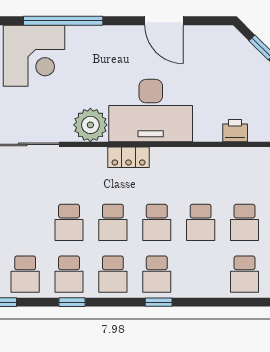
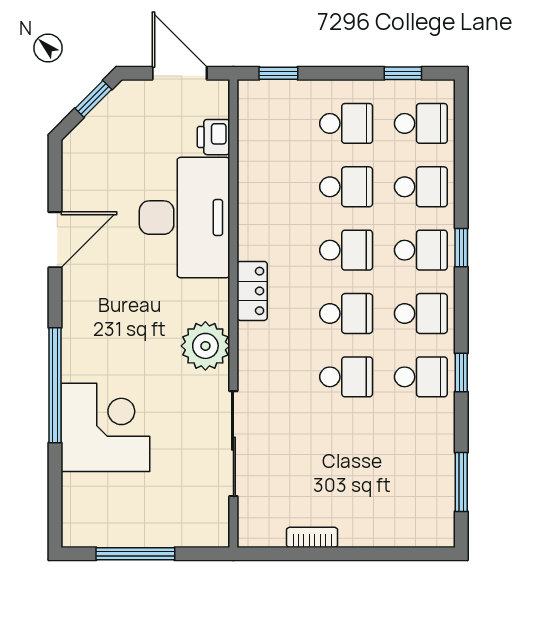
desk: (151, 111) -> (185, 218), moved
school desk: (25, 274) -> (421, 187), moved

